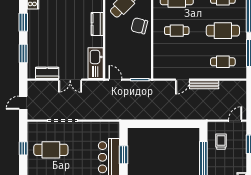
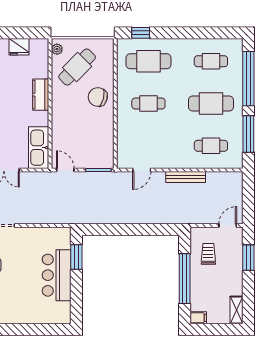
door: (182, 80) -> (142, 170), moved
window: (124, 155) -> (76, 257), moved

